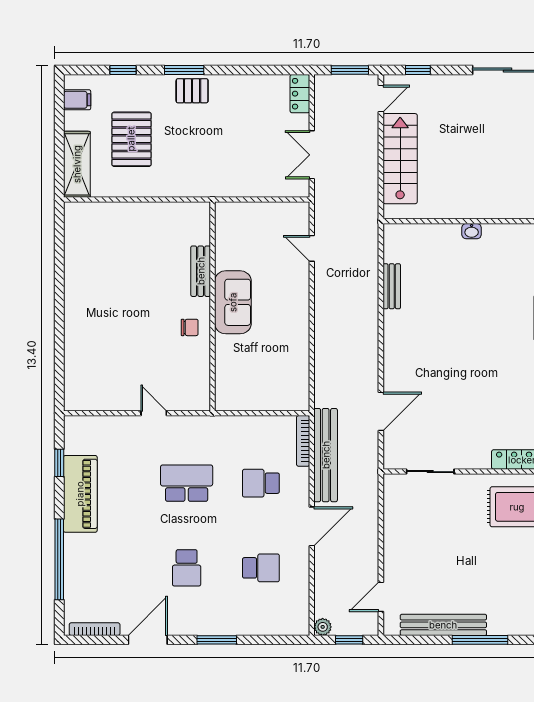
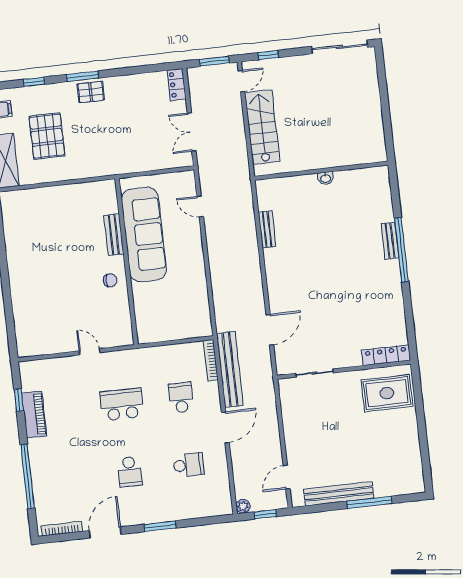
sofa: (233, 302) -> (144, 235), width x1.85, depth x1.27
school desk: (261, 483) -> (181, 398), turned 90
piano: (80, 494) -> (34, 415), width x0.73, depth x0.75

